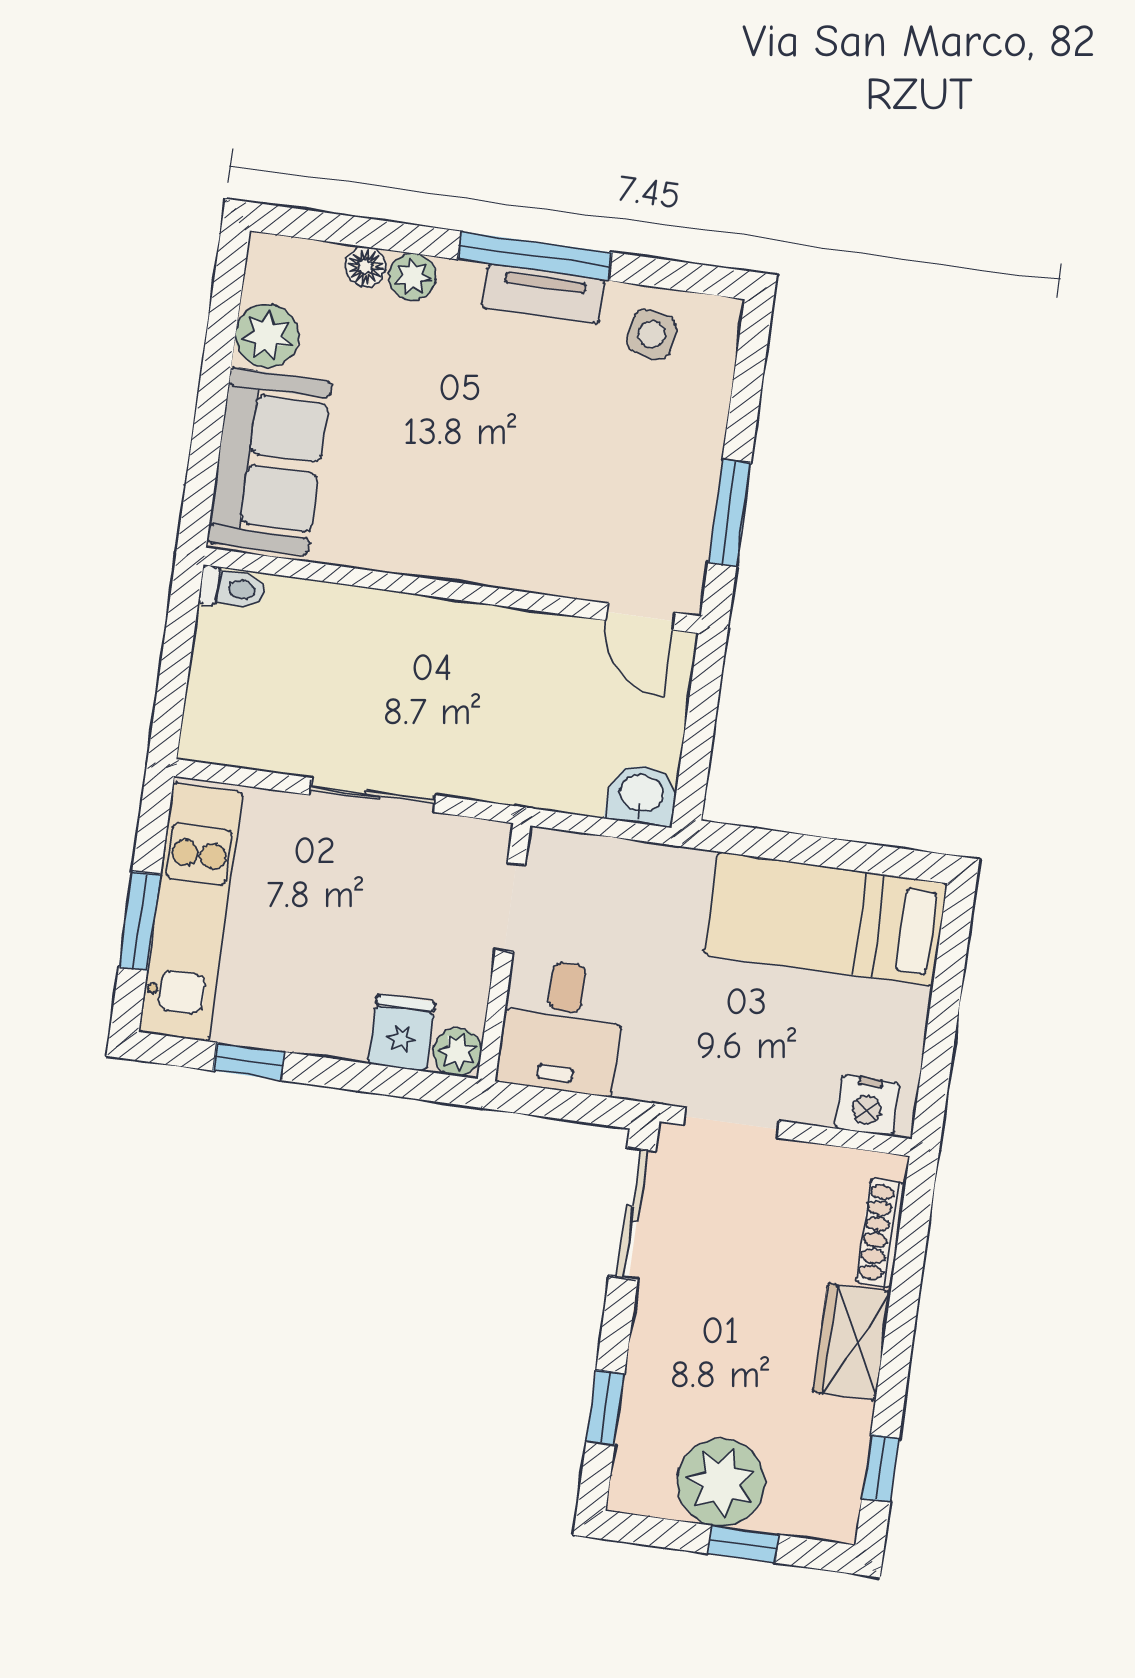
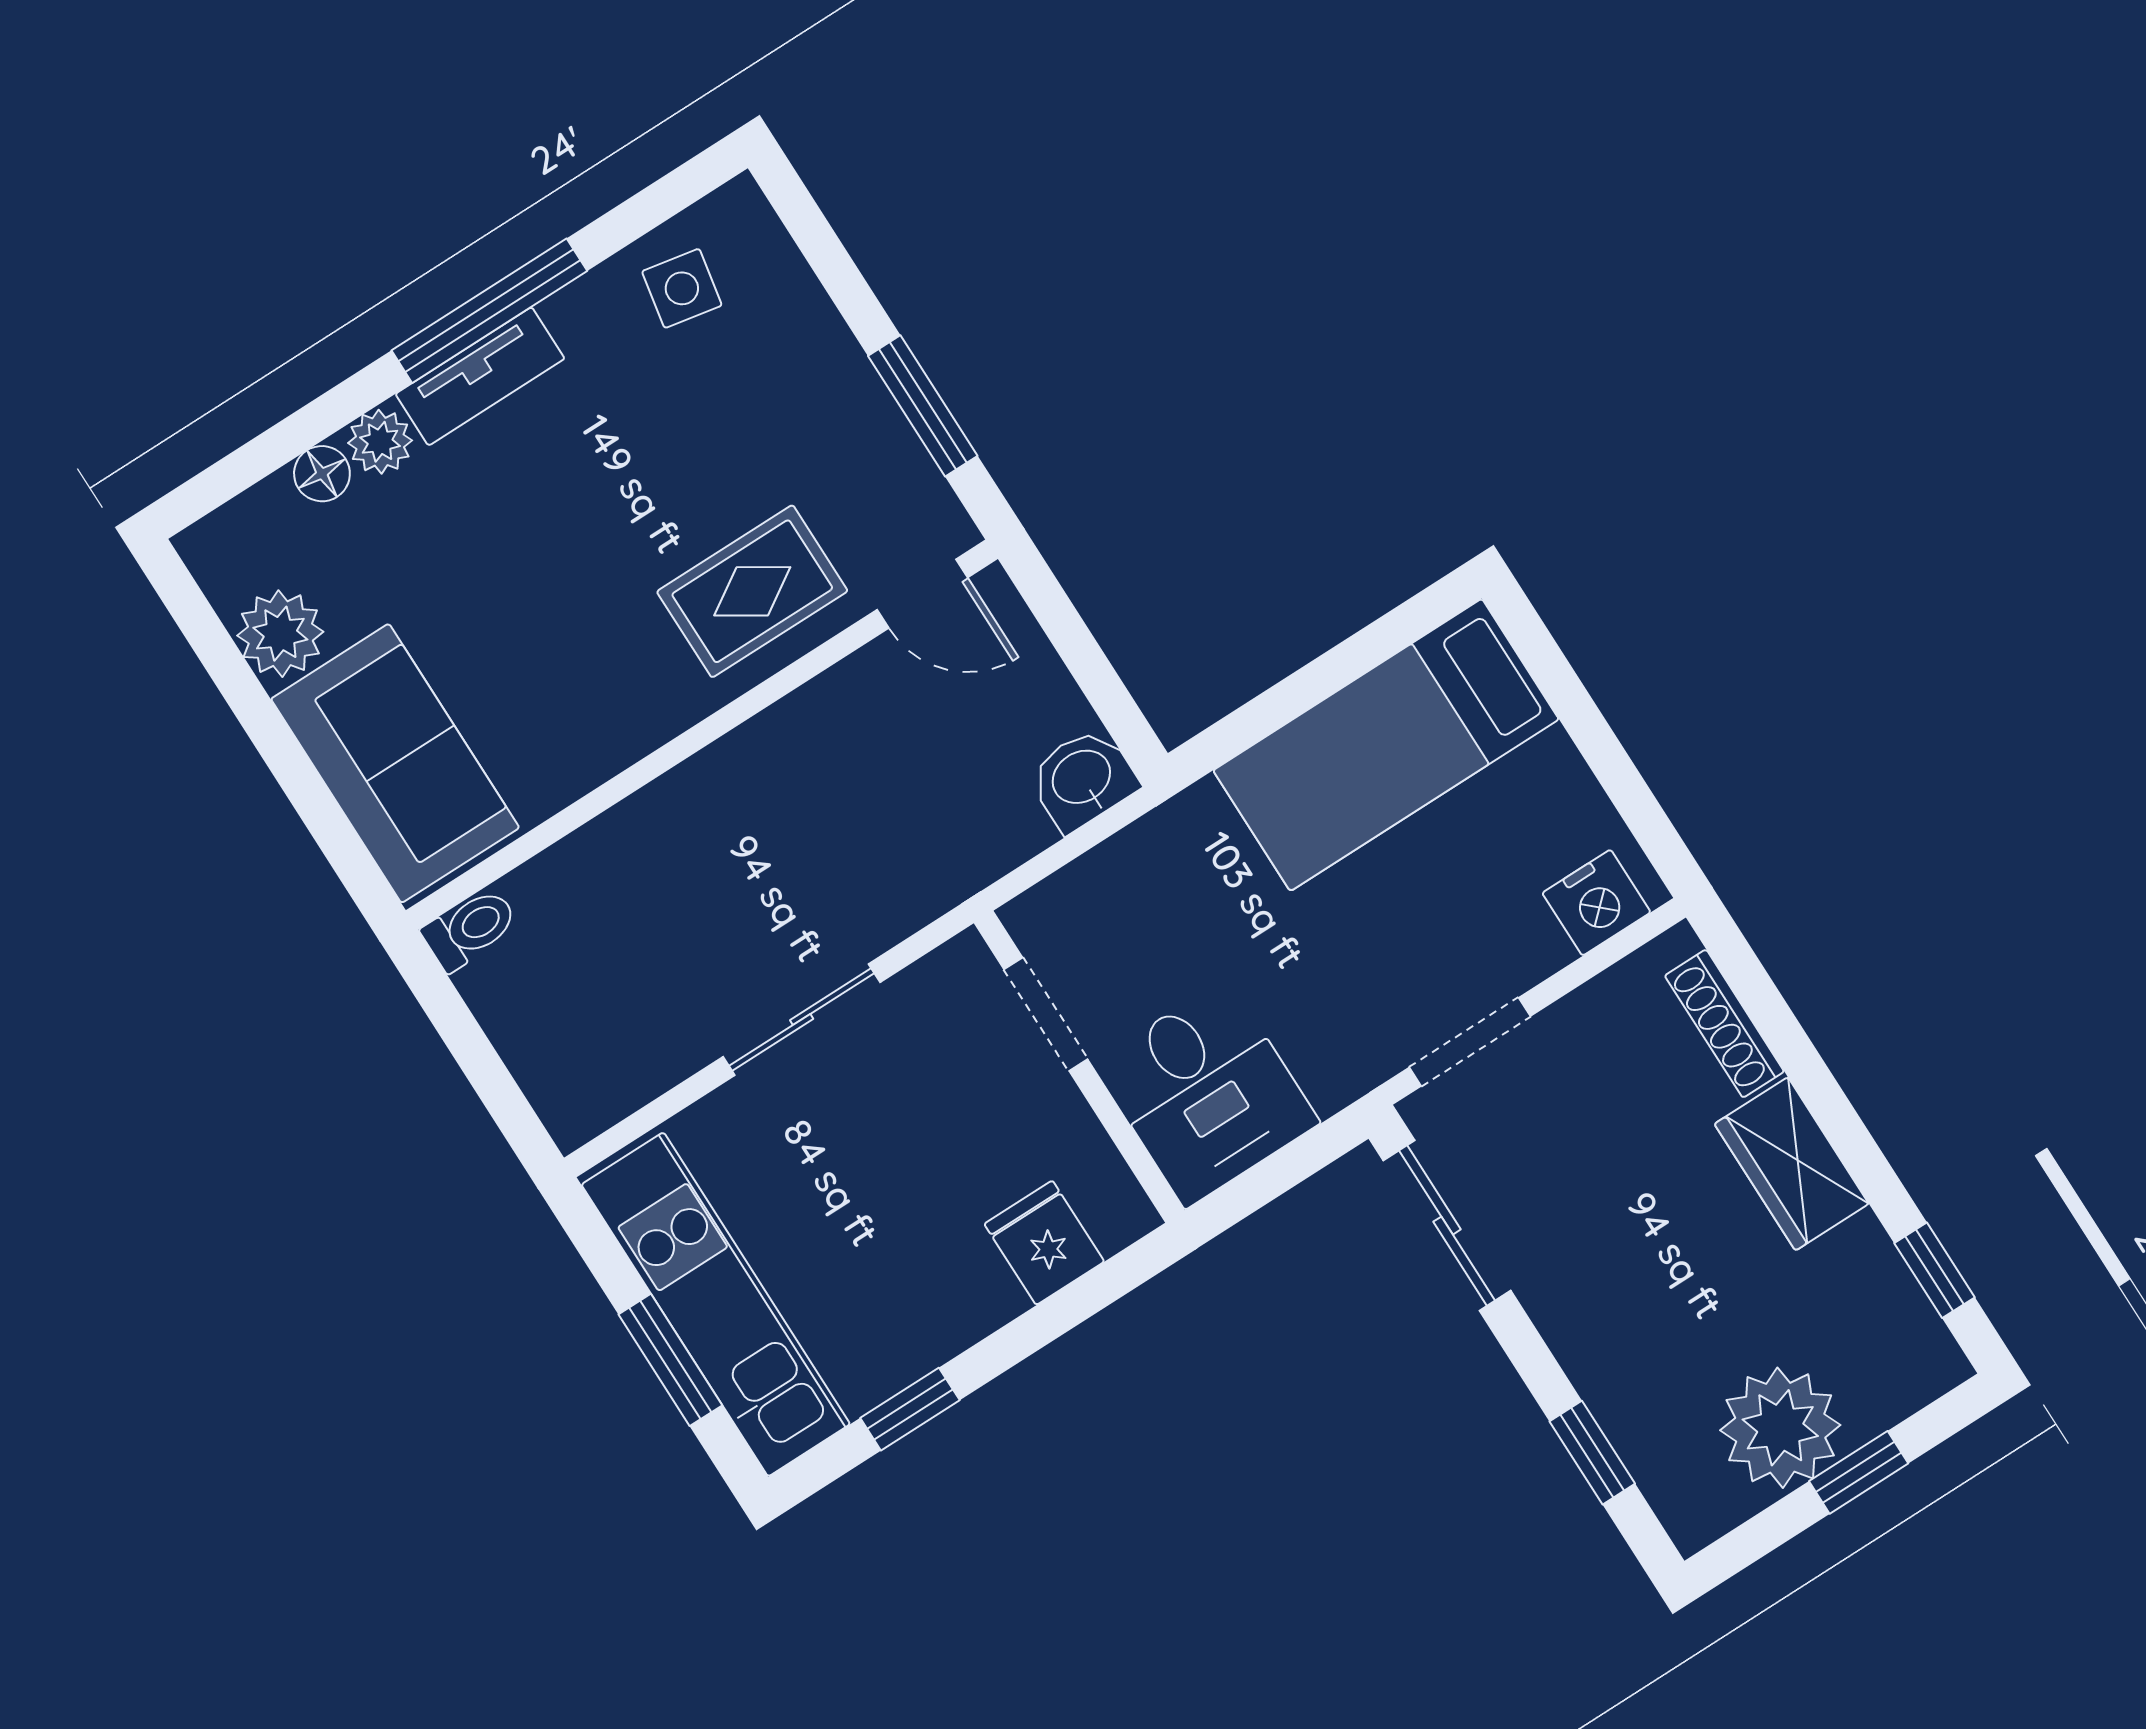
tv unit: (544, 294) -> (480, 376), moved
rug: (548, 535) -> (752, 591), added
plant: (457, 1052) -> (1120, 1213), removed

